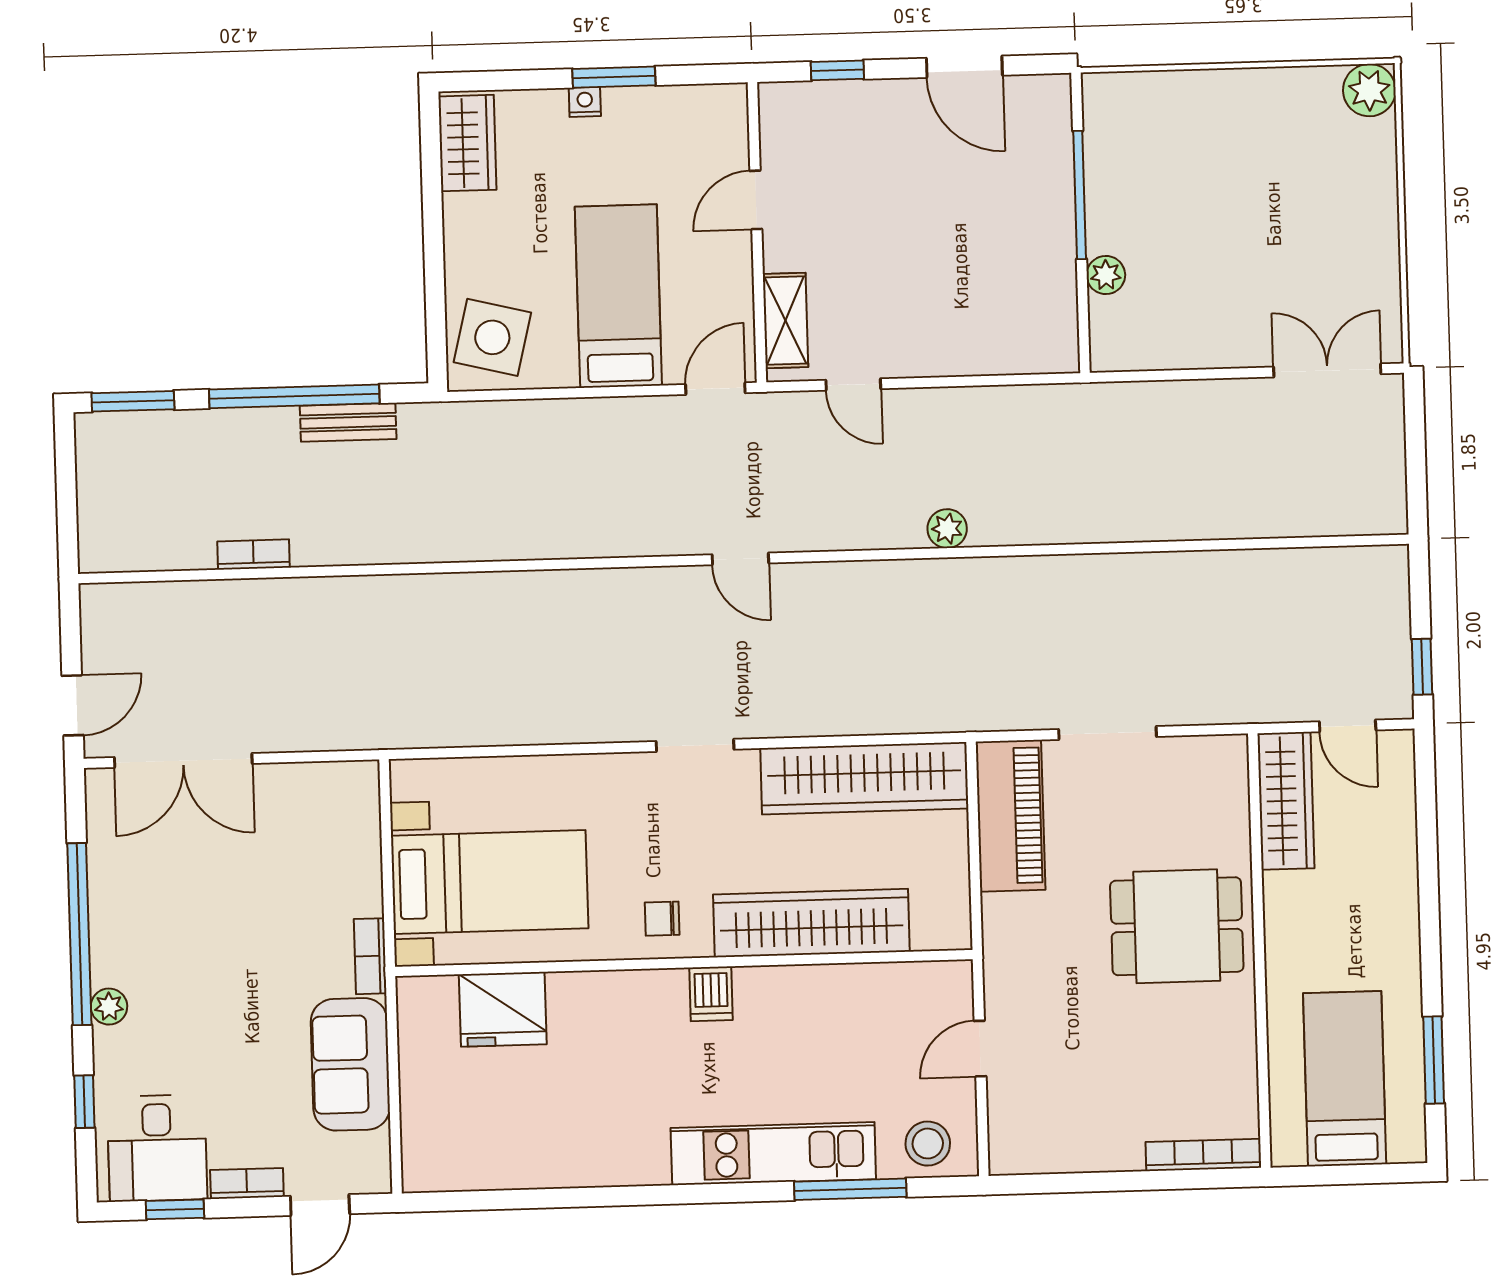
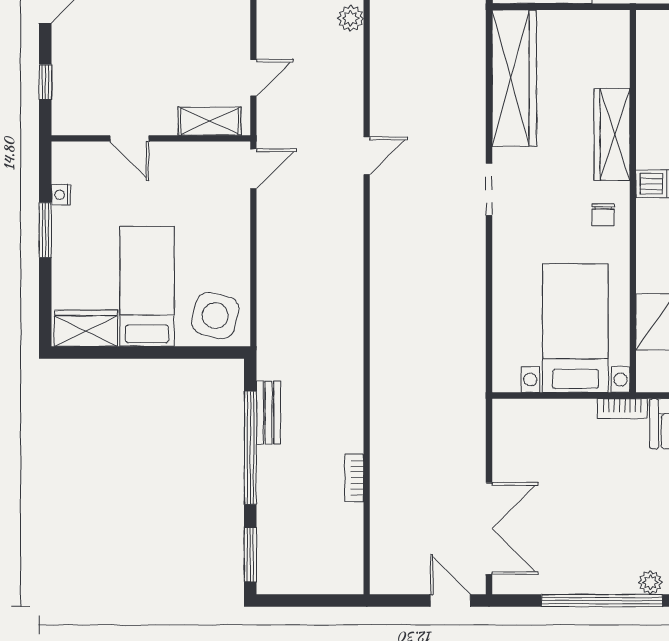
nightstand: (585, 102) -> (61, 195), moved
bed: (618, 296) -> (147, 286), moved, turned 90
door: (715, 389) -> (253, 169), swing flipped
wardrobe: (811, 923) -> (612, 134), width x0.71, depth x0.85

